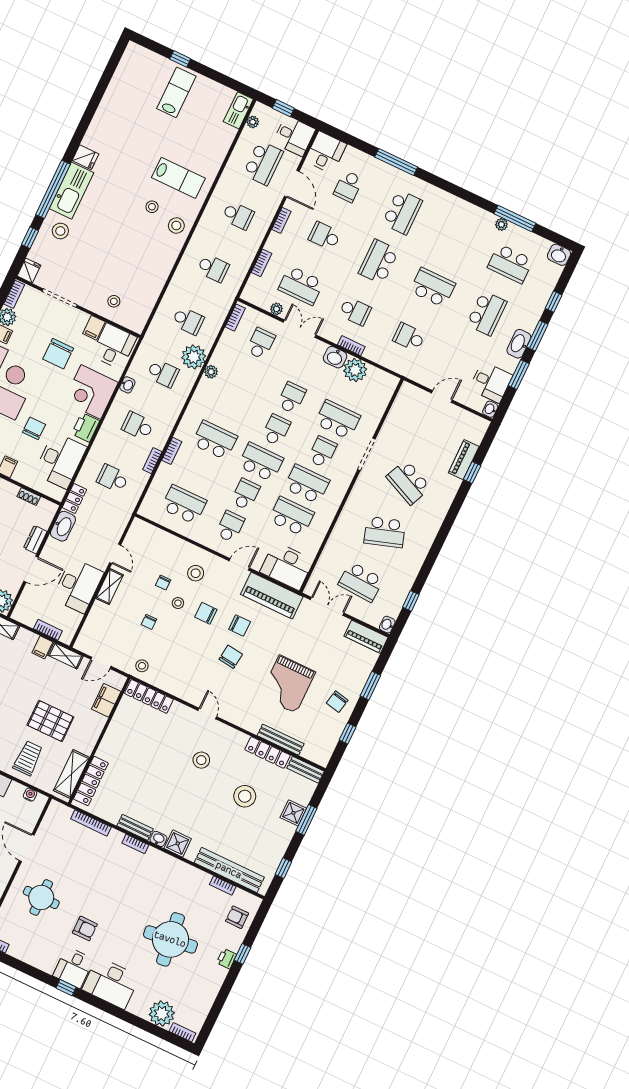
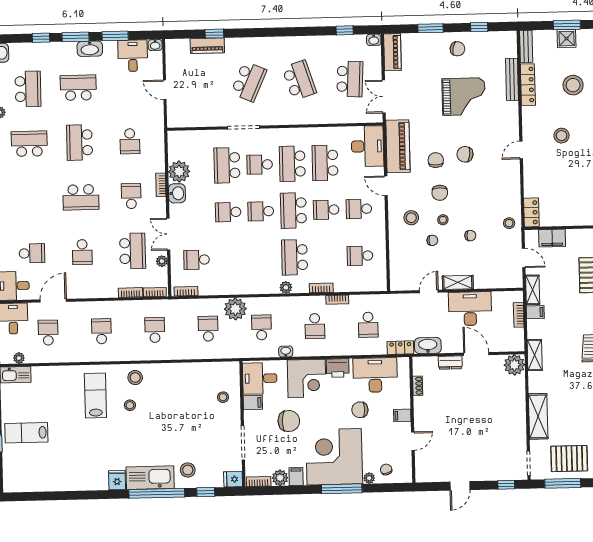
school desk: (263, 163) -> (48, 333), width x0.54
school desk: (402, 212) -> (29, 144), moved
bookcase: (281, 220) -> (155, 292), moved
plant: (211, 372) -> (286, 287), moved
school desk: (184, 505) -> (360, 256), width x0.54
locker: (149, 696) -> (531, 212), width x0.66

